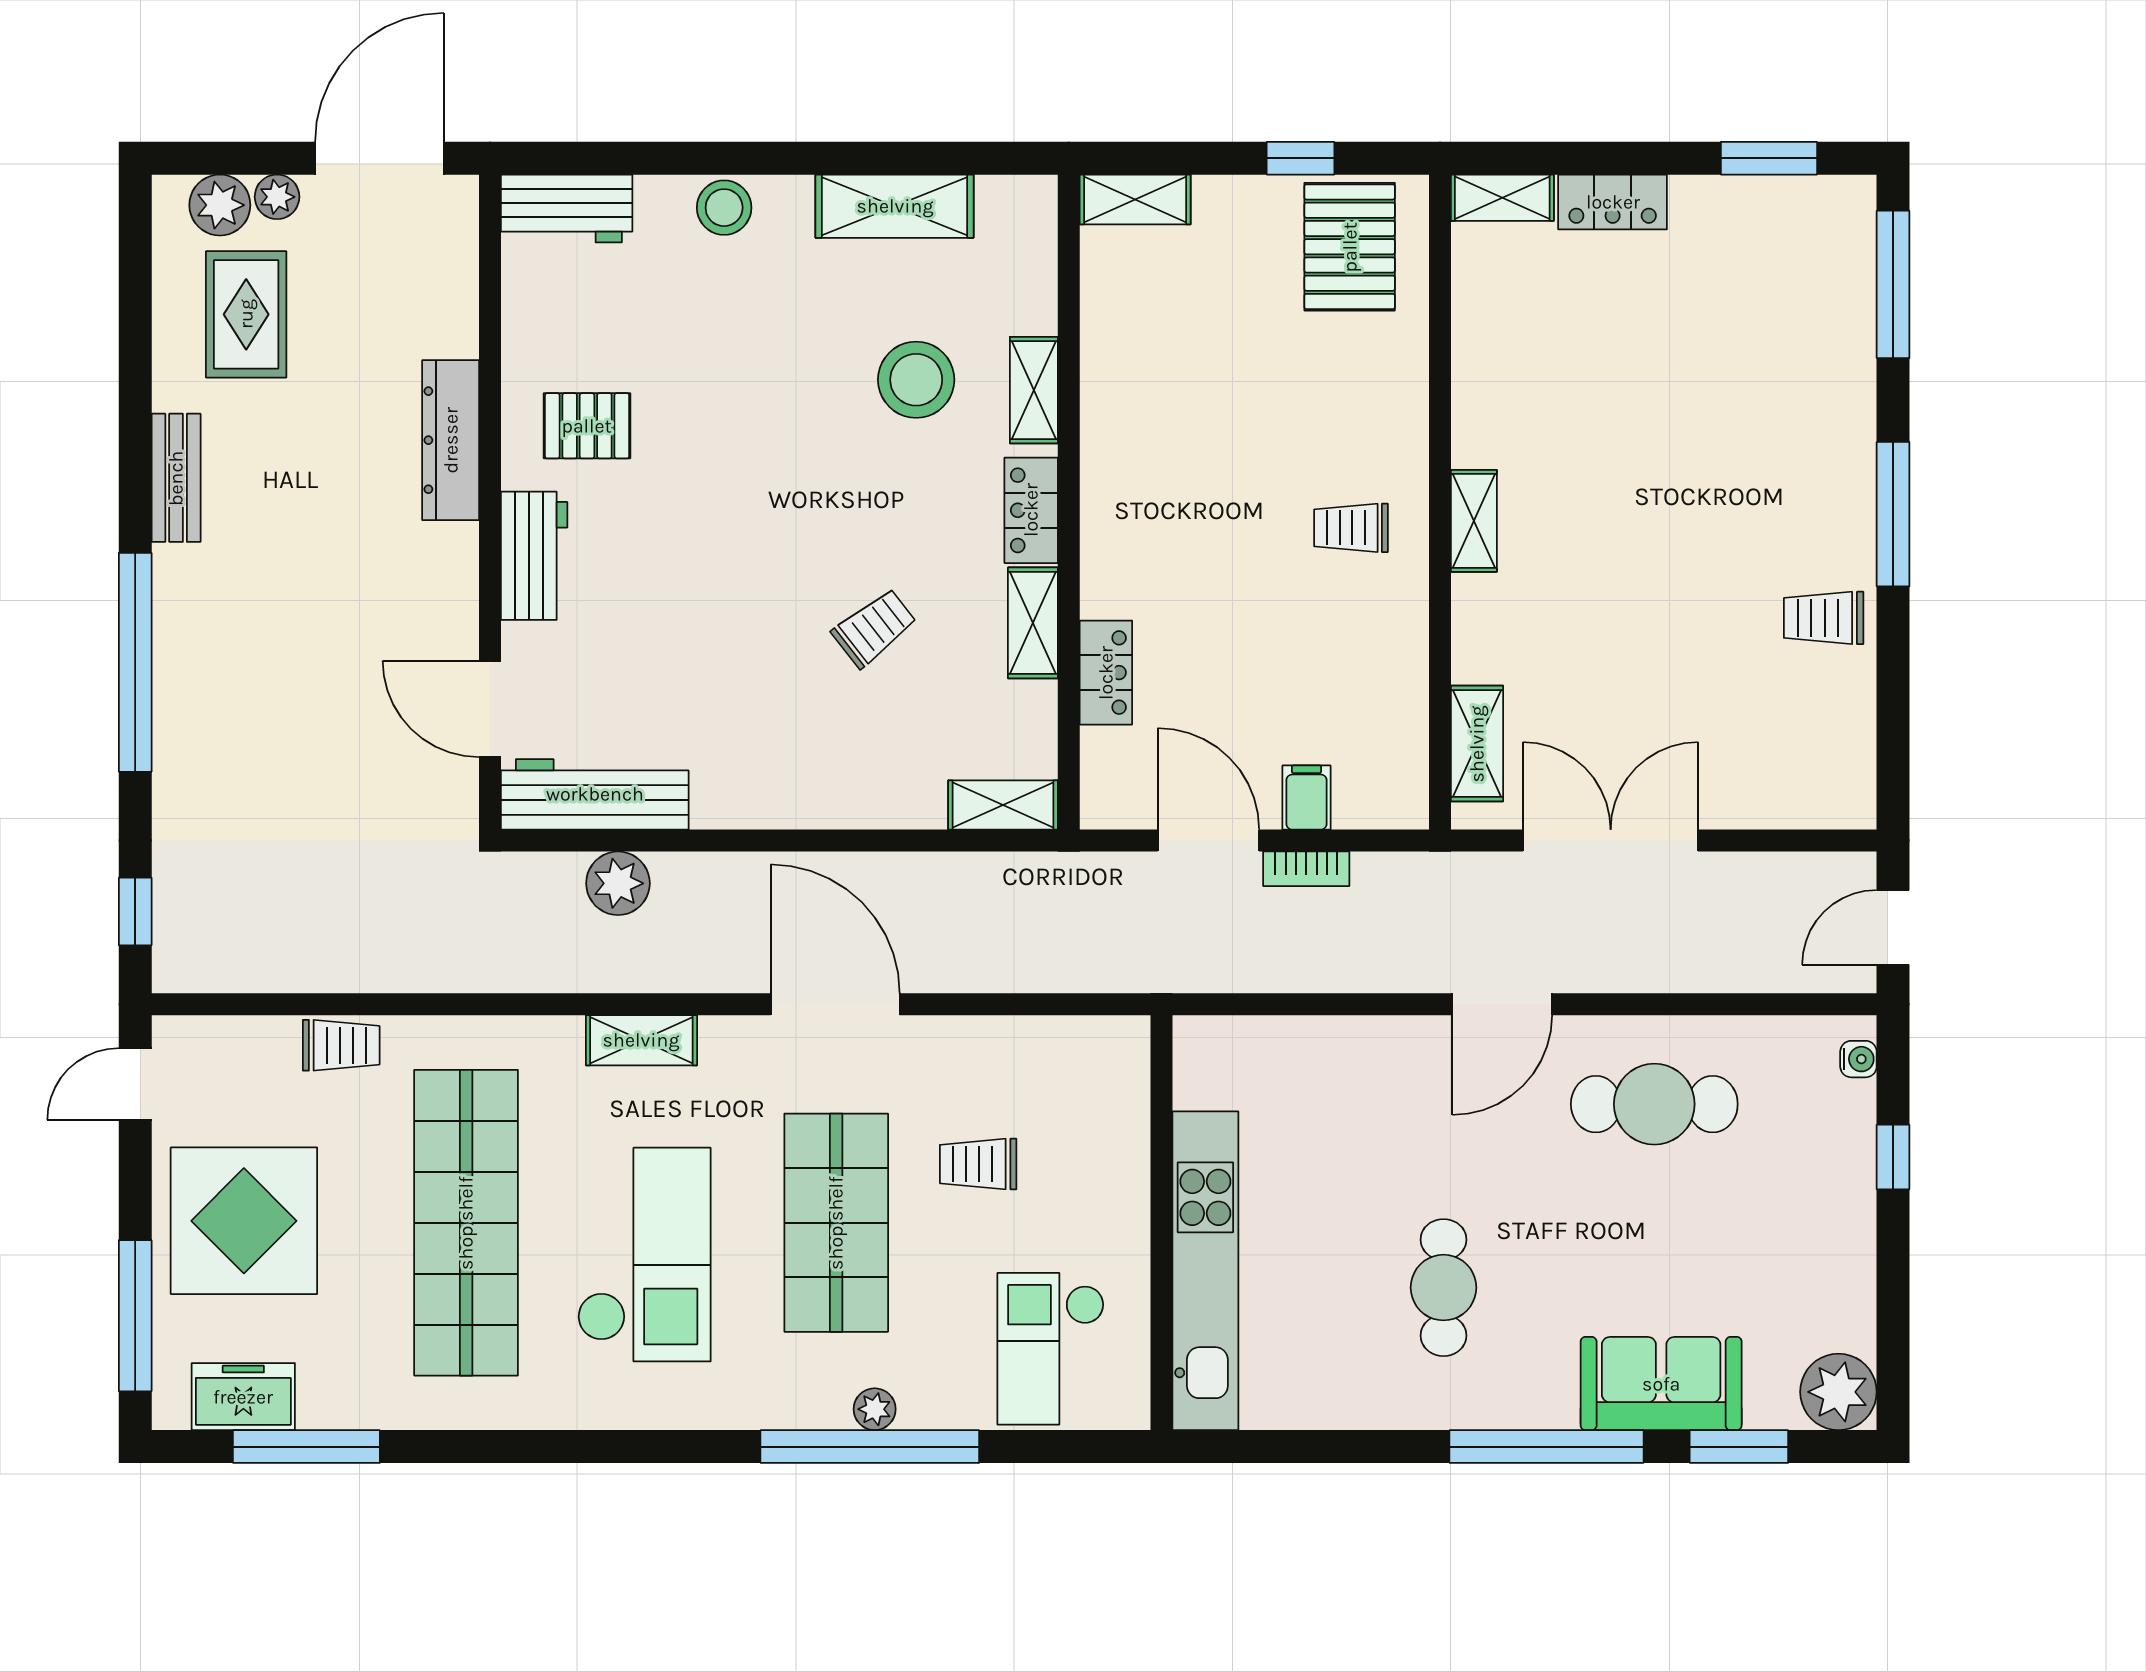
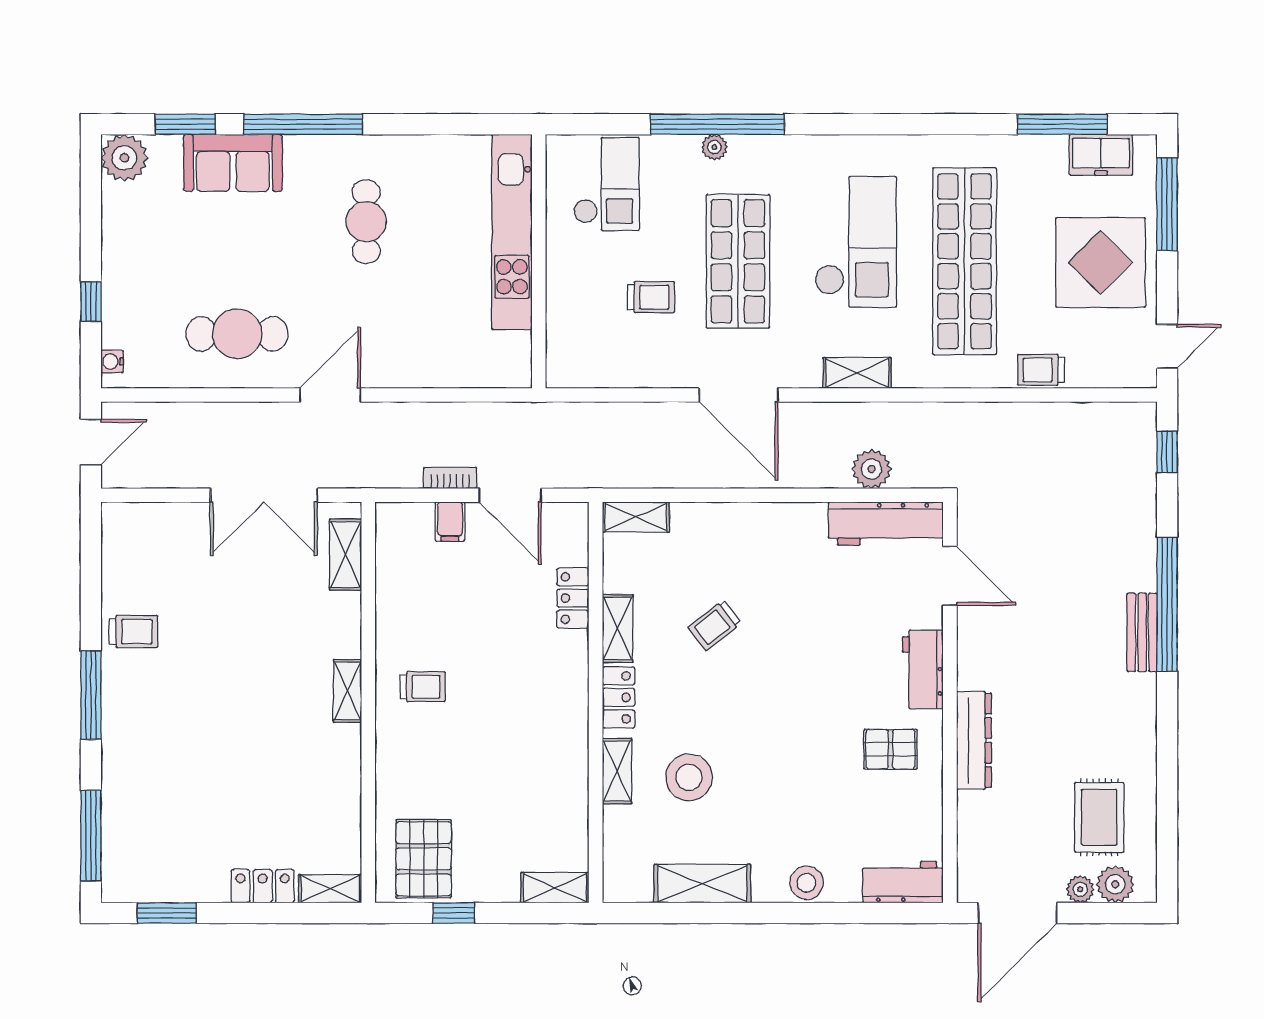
bench: (176, 478) -> (1142, 632), moved
checkout: (644, 1255) -> (856, 242), turned 180

